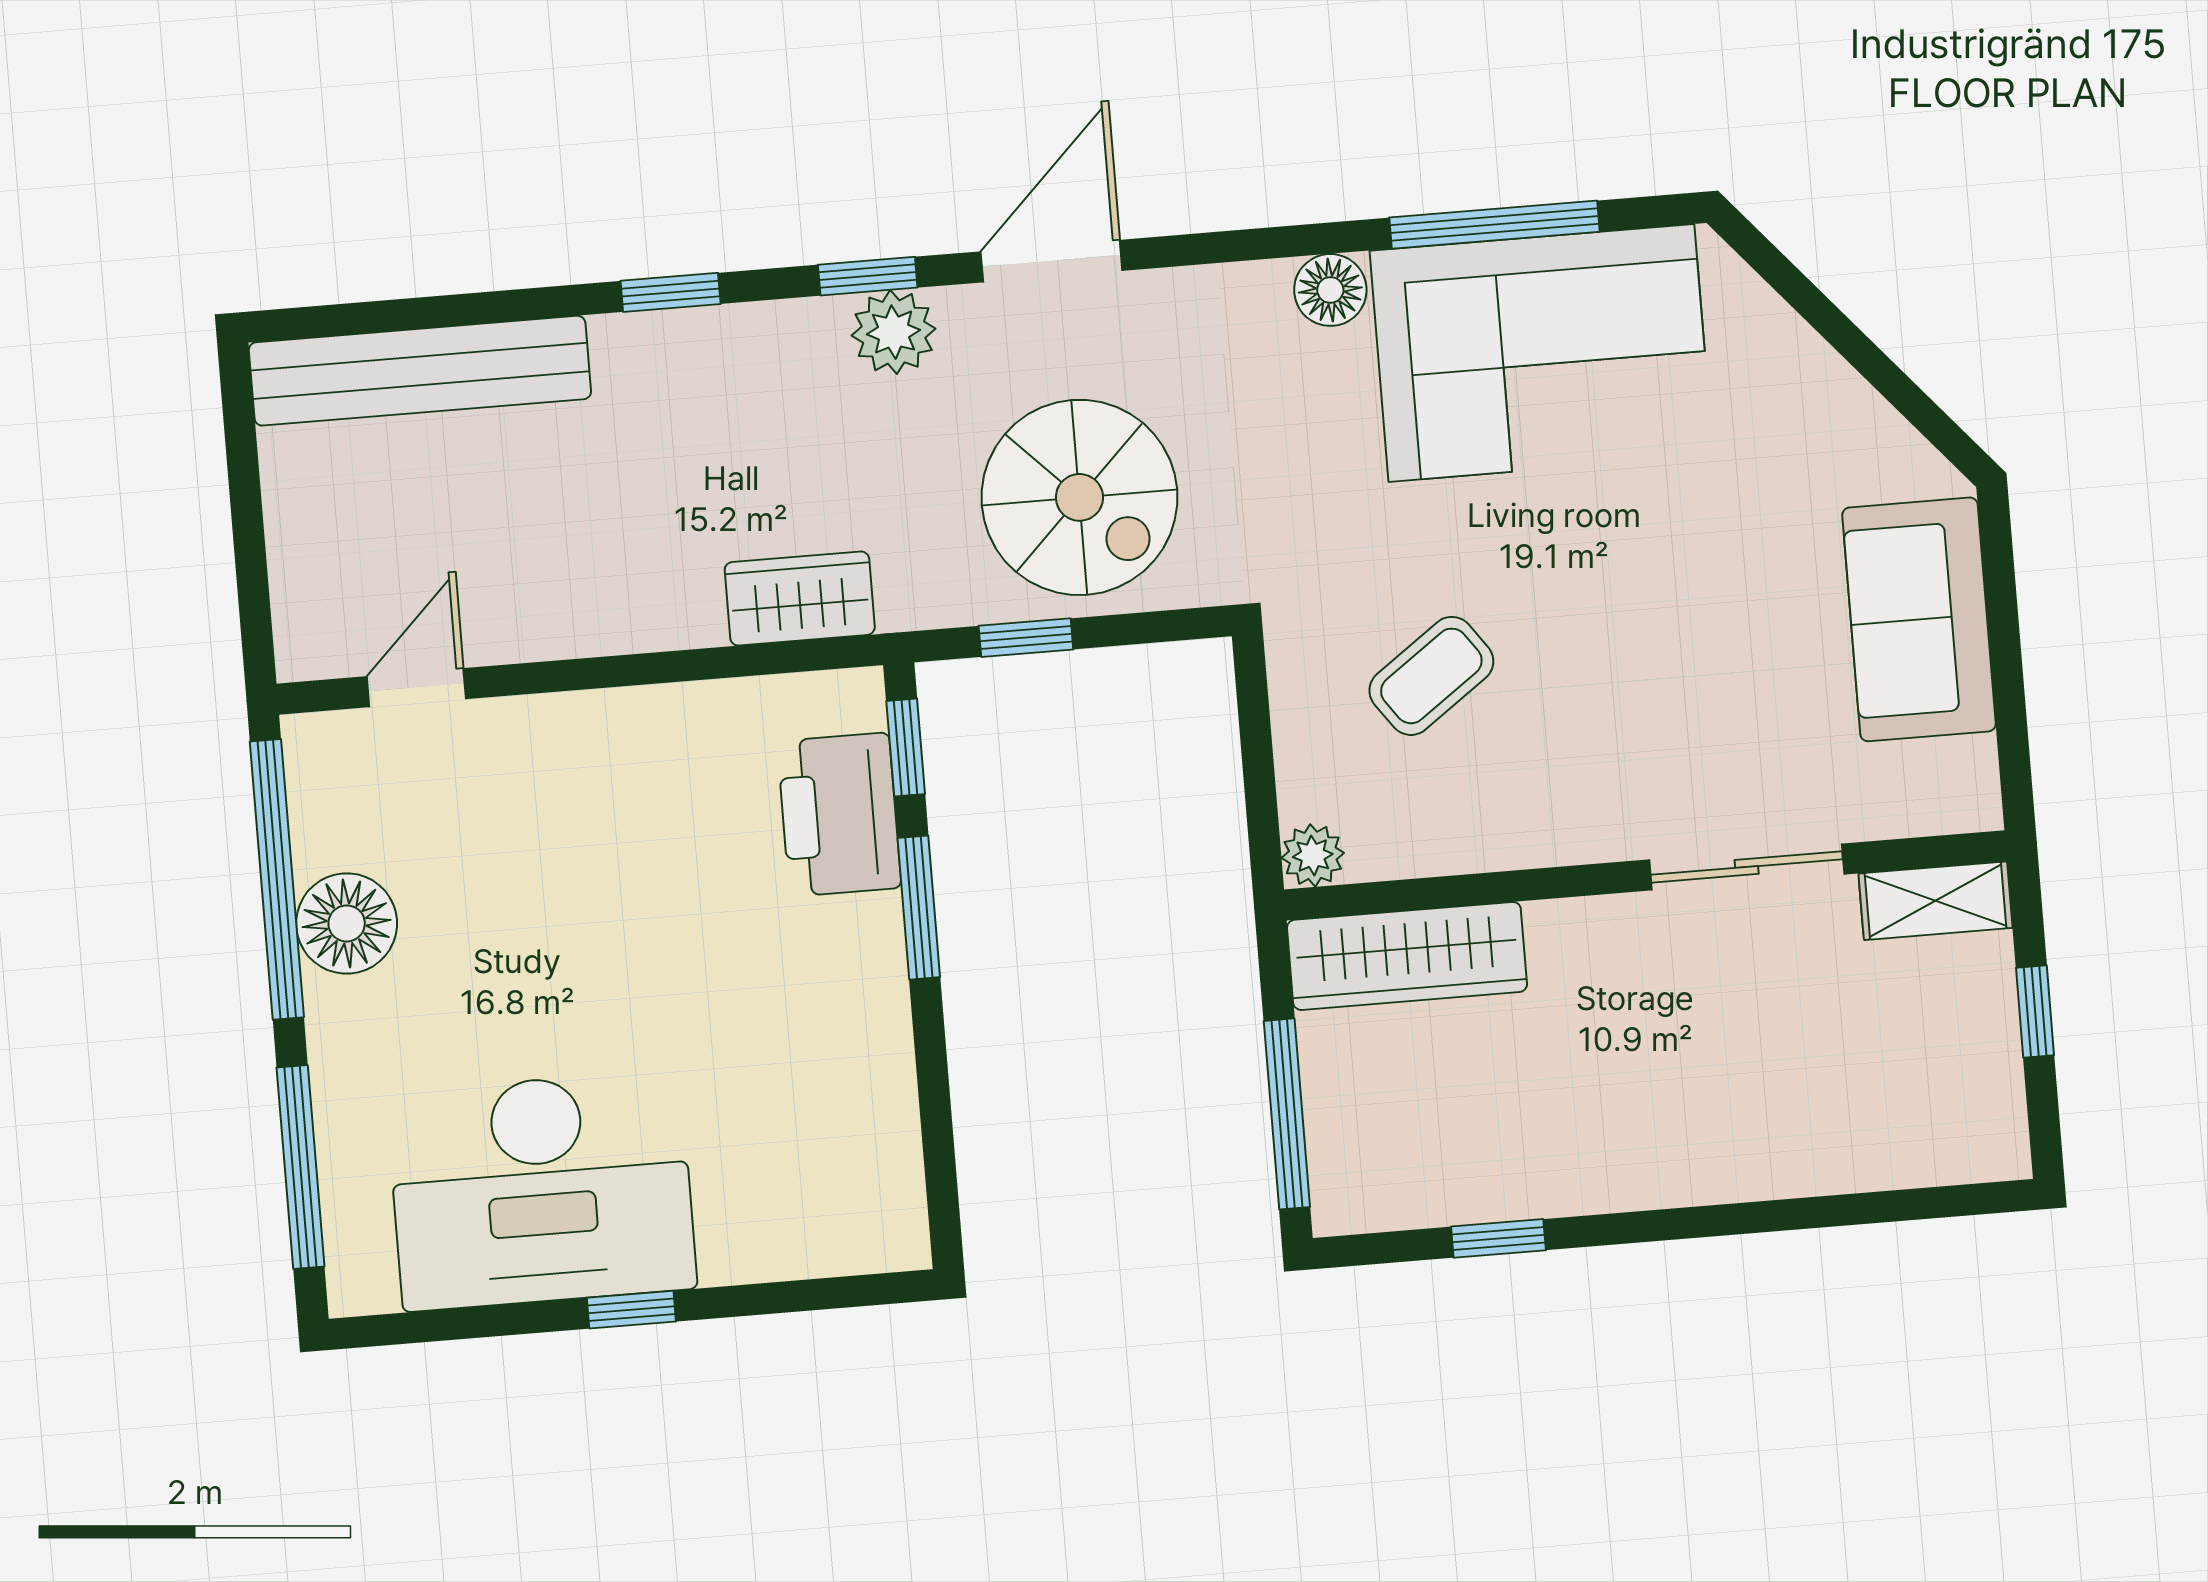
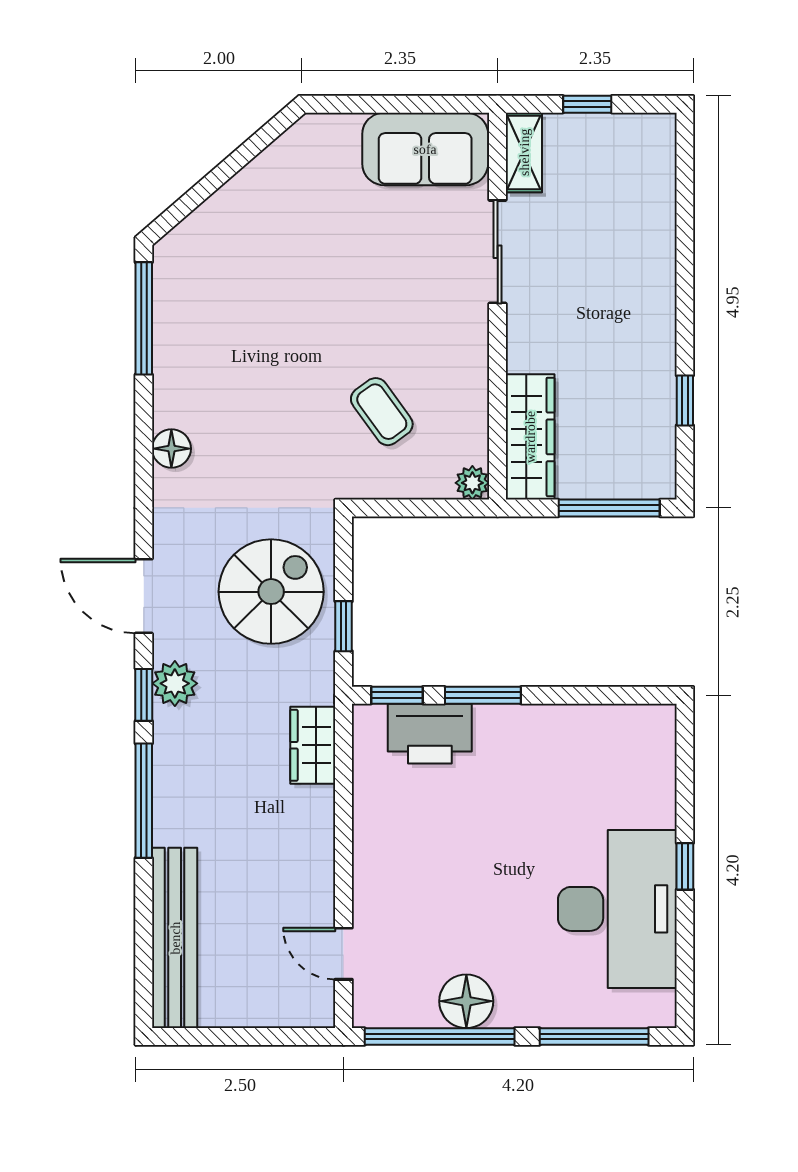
window: (1494, 225) -> (144, 318), moved
window: (671, 292) -> (144, 801), width x2.17
corner sofa: (1541, 353) -> (214, 339), removed
sofa: (1919, 619) -> (425, 149), moved

